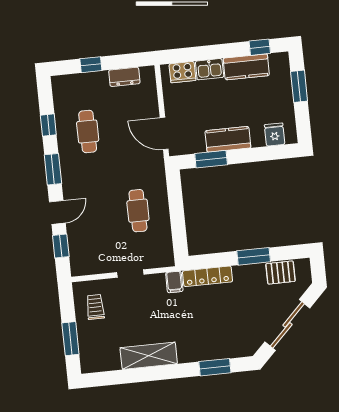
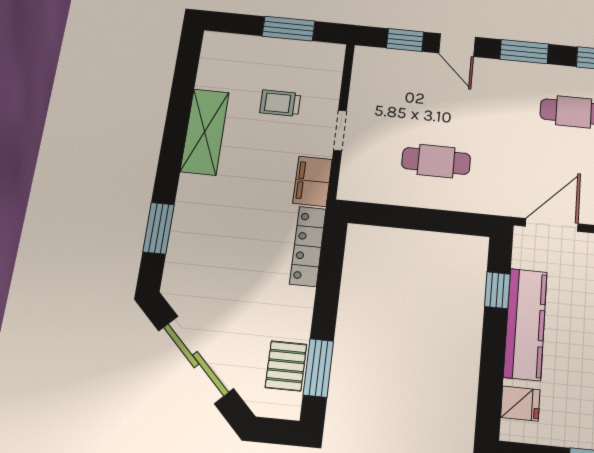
kitchen counter: (228, 139) -> (525, 324), width x1.50
window: (211, 159) -> (497, 290), width x0.67
window: (254, 256) -> (318, 368), moved
filing cabinet: (174, 282) -> (313, 181), width x2.00
trolley: (95, 307) -> (280, 103), moved, turned 180
window: (70, 339) -> (289, 29), moved

